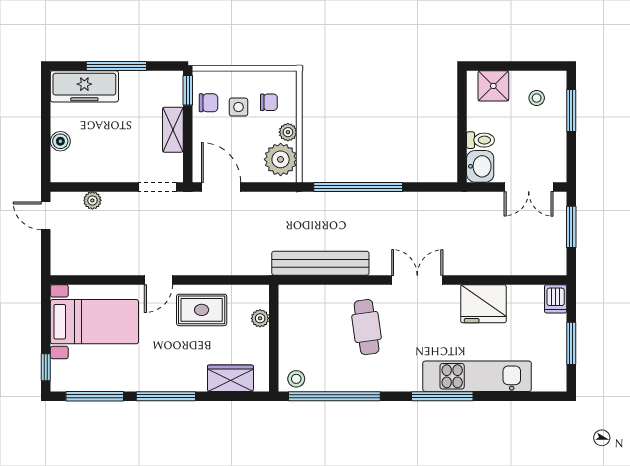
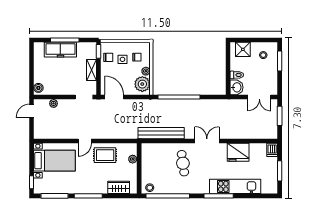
freezer: (84, 86) -> (60, 50), moved
boiler: (60, 141) -> (38, 88), moved
door: (46, 216) -> (32, 111), hinge flipped

